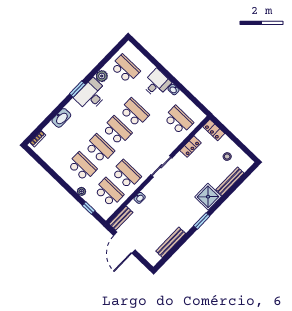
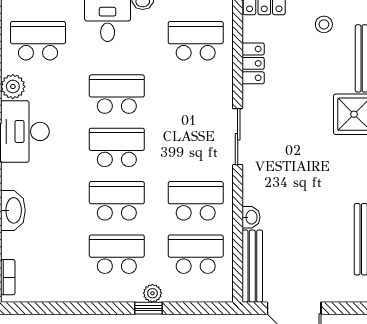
window: (89, 208) -> (148, 308), moved
bench: (121, 218) -> (252, 266), width x1.36

